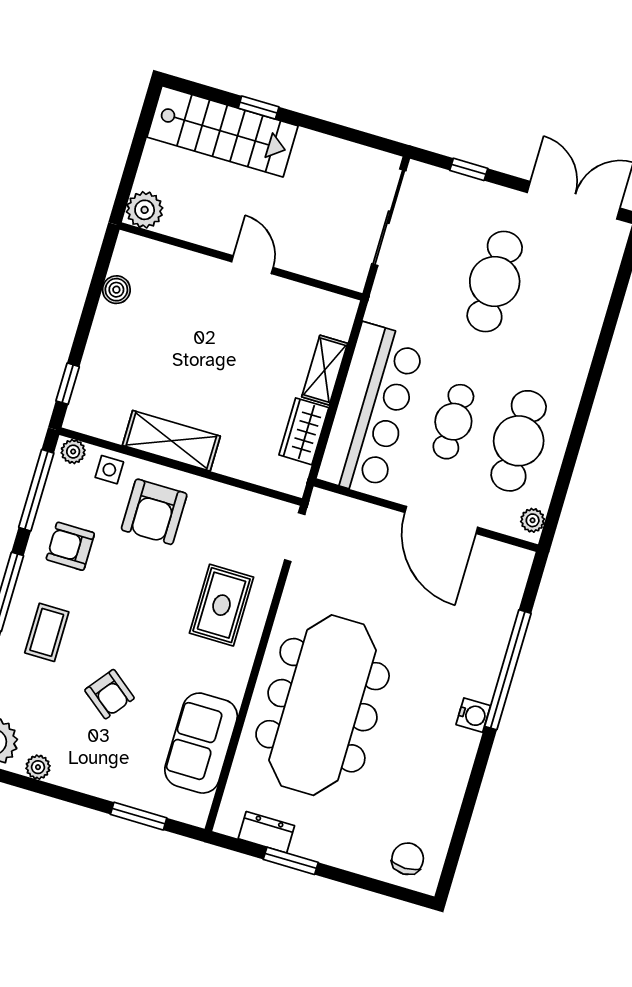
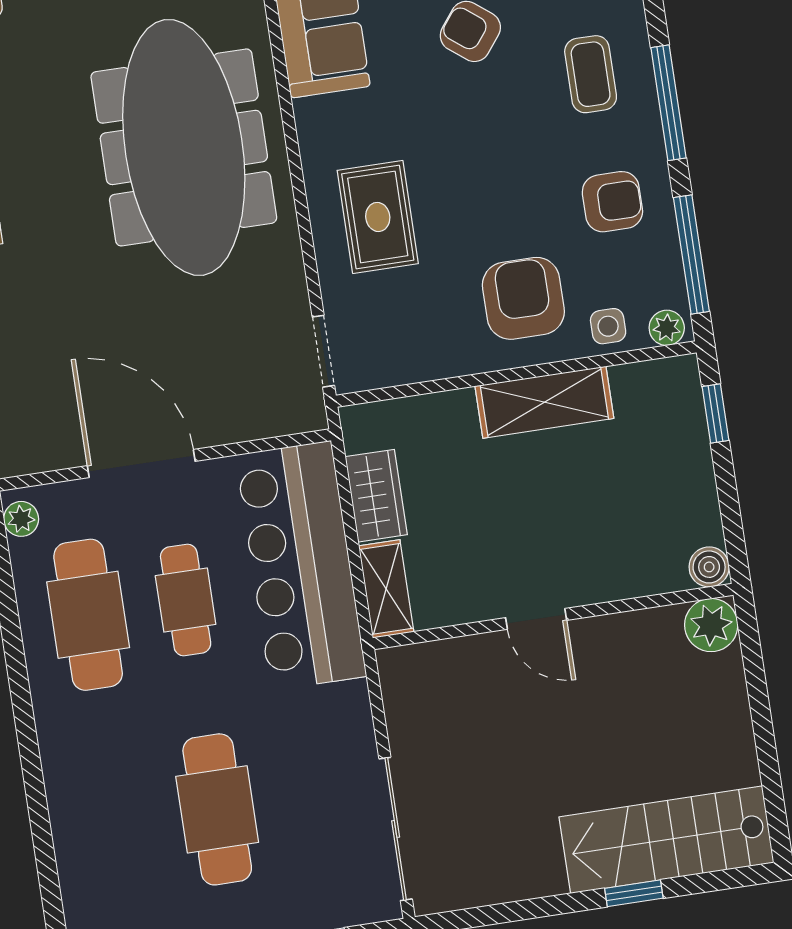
plant: (145, 210) -> (711, 625), moved
wall: (241, 261) -> (553, 616), moved
door: (252, 265) -> (536, 619), moved

